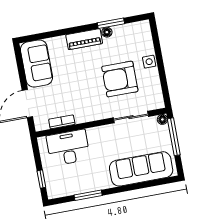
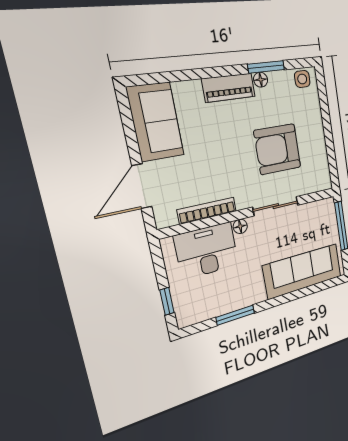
side table: (149, 62) -> (302, 79), moved
sliding door: (131, 117) -> (276, 206), moved
floor lamp: (162, 119) -> (240, 226), moved
bookcase: (62, 122) -> (207, 210), width x1.56

